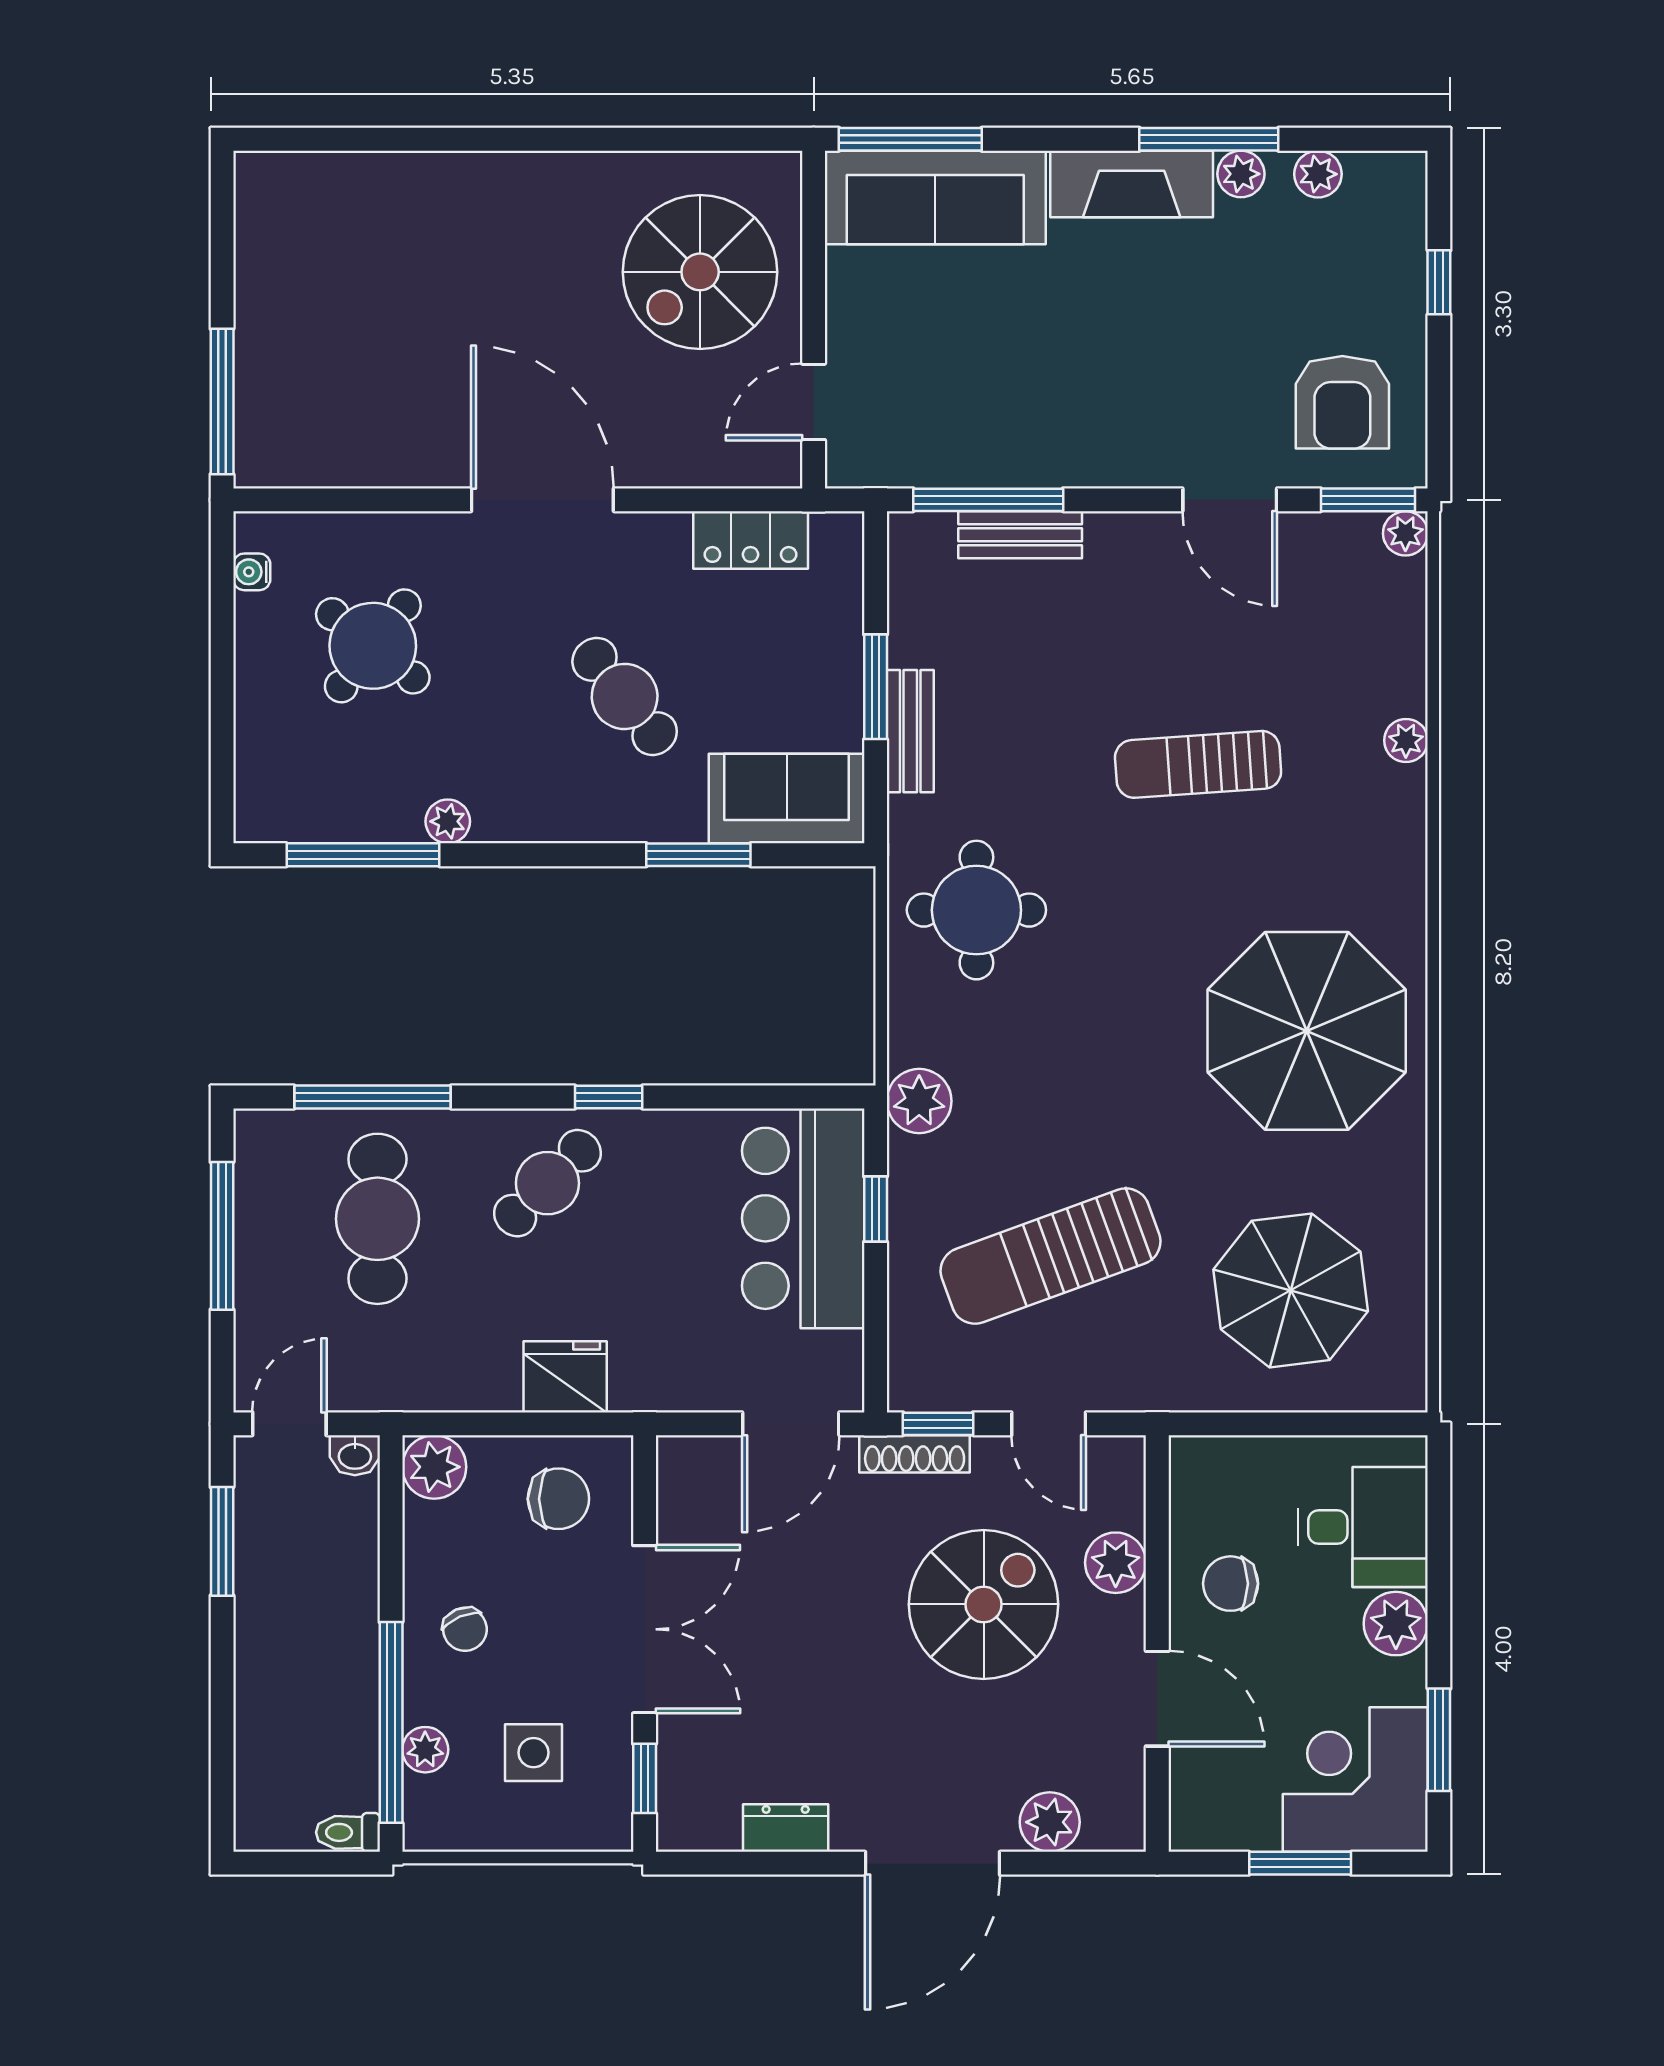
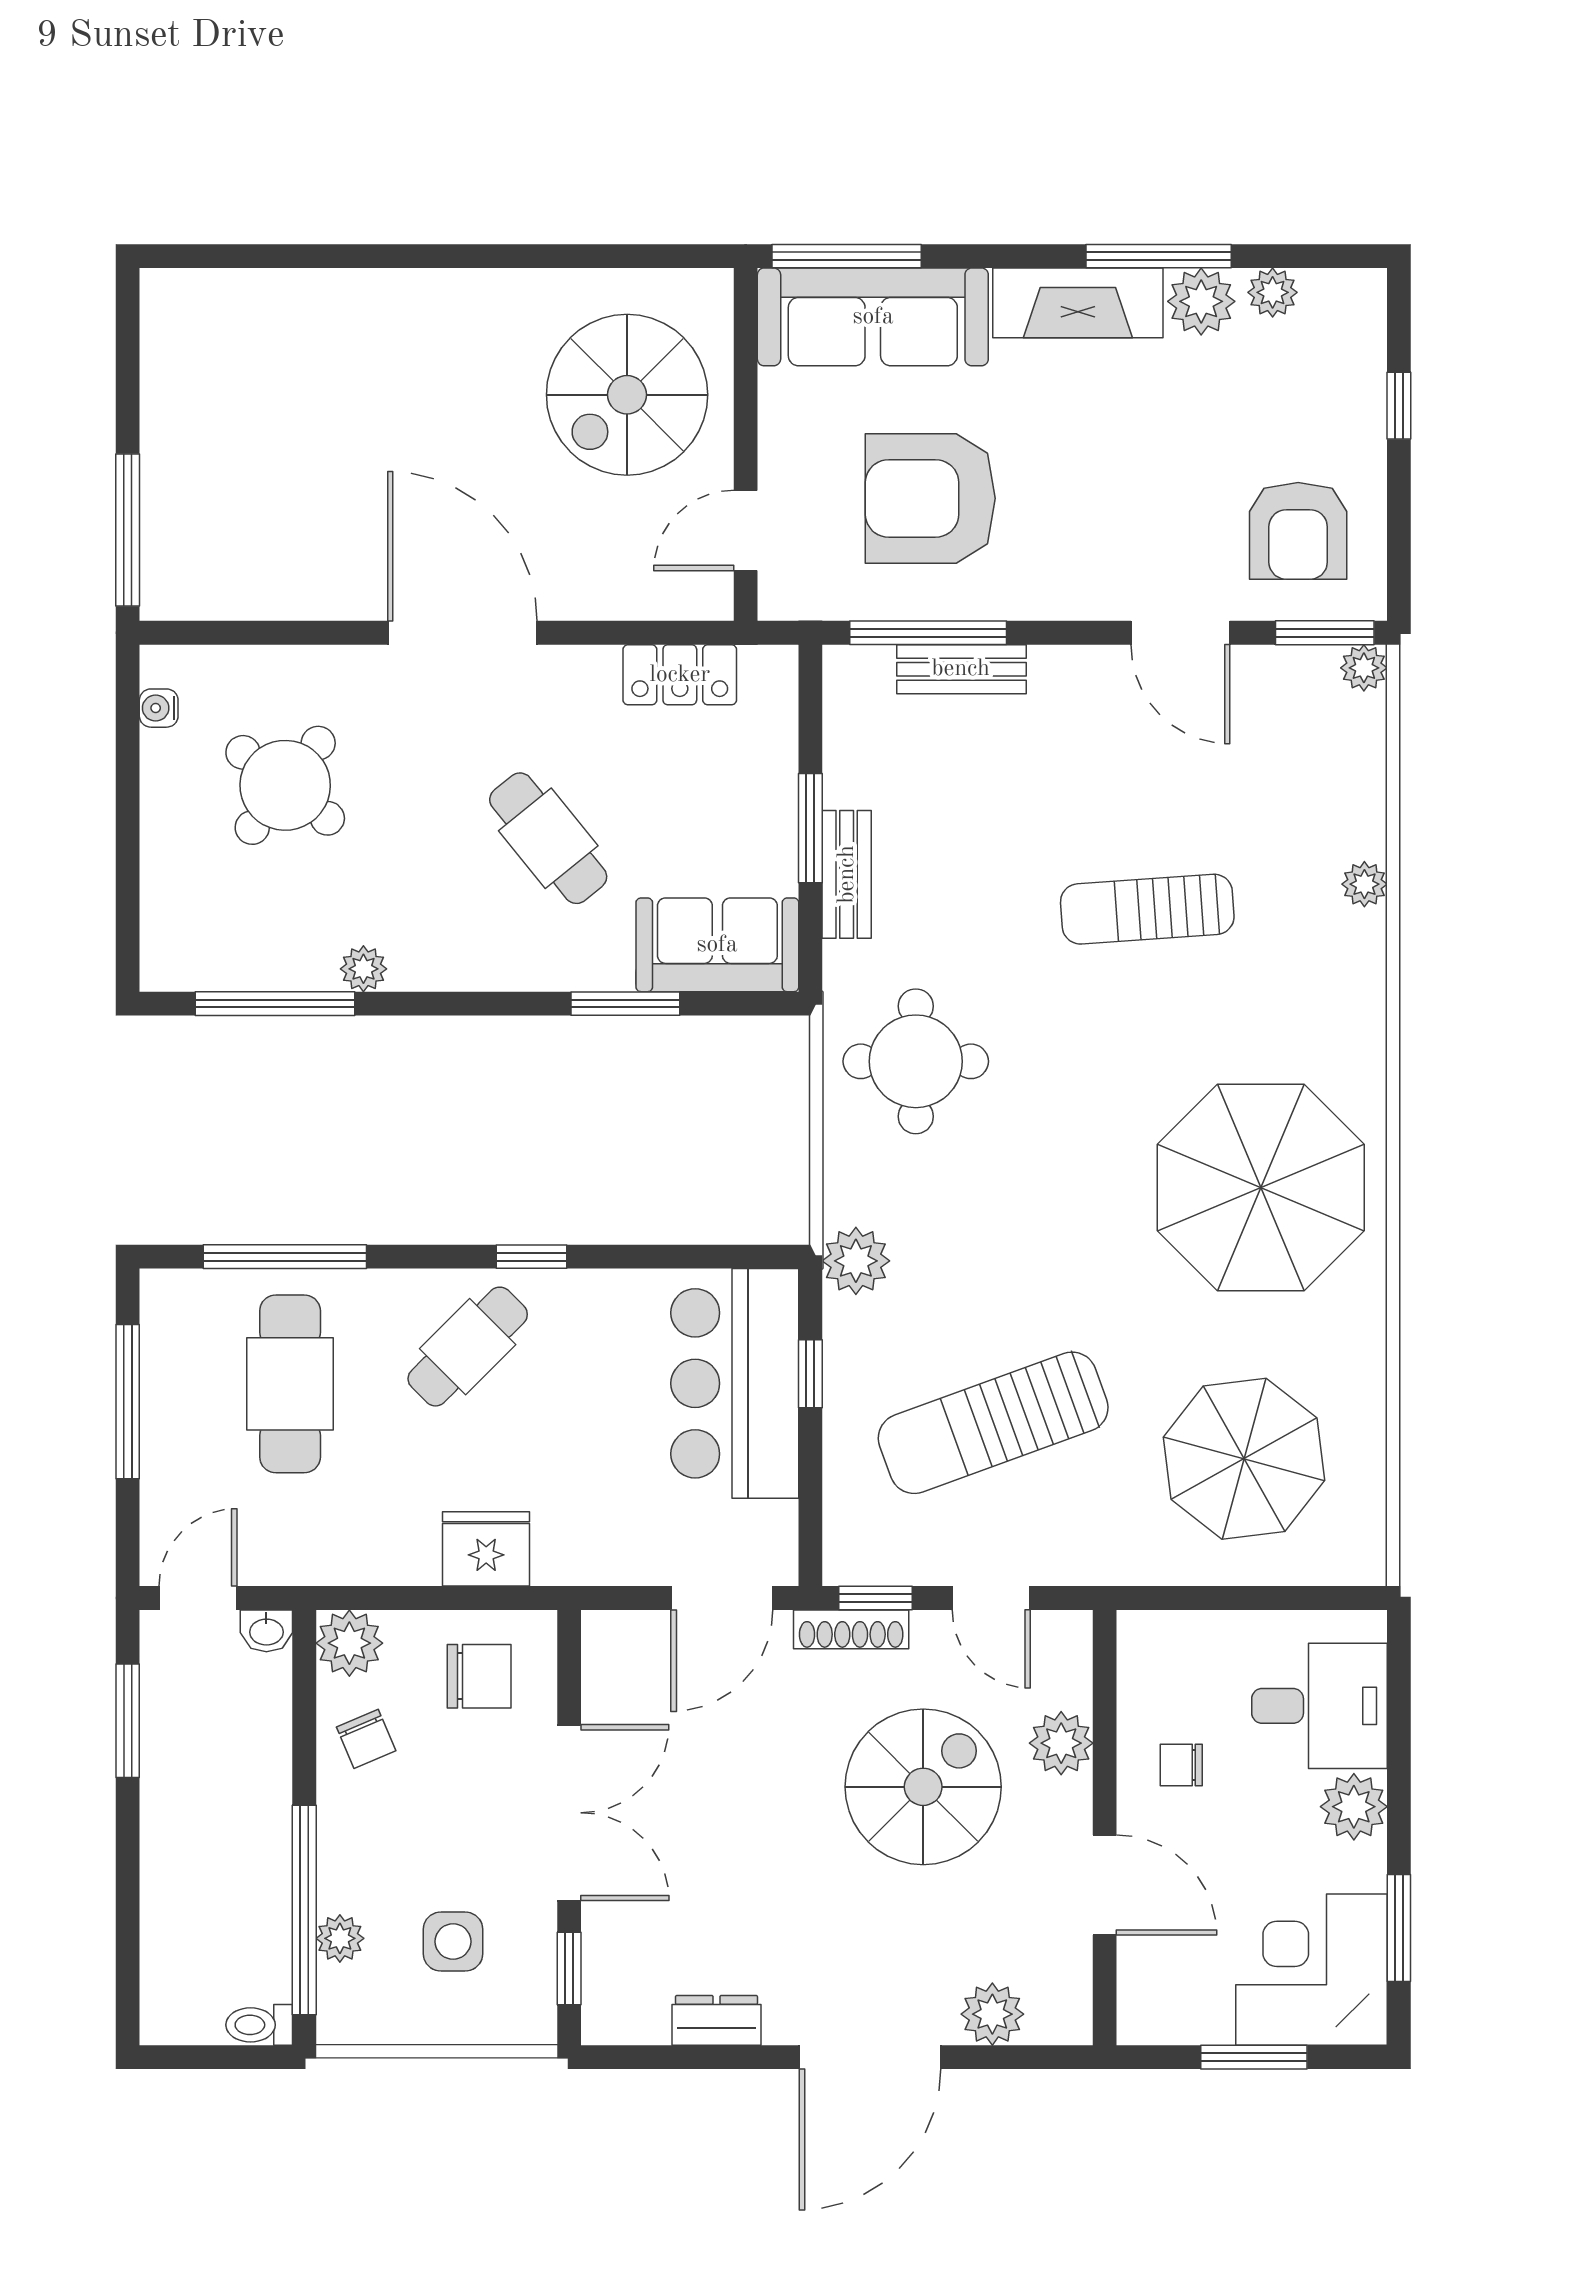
plant: (1241, 174) -> (1201, 301), width x1.38, depth x1.38
armchair: (990, 371) -> (930, 498), added
chair: (1231, 1584) -> (1181, 1765), width x0.73, depth x0.73
chair: (465, 1629) -> (366, 1739), moved

